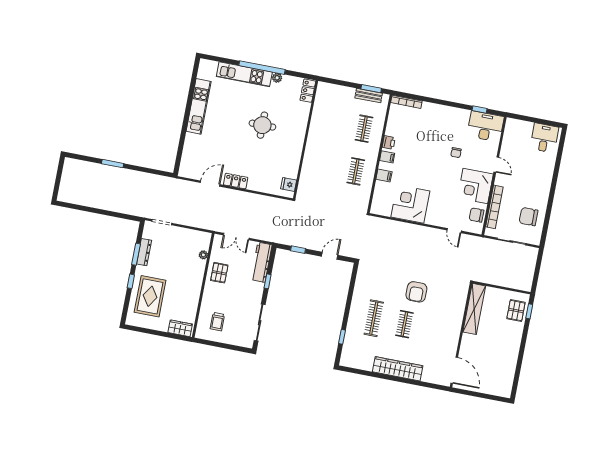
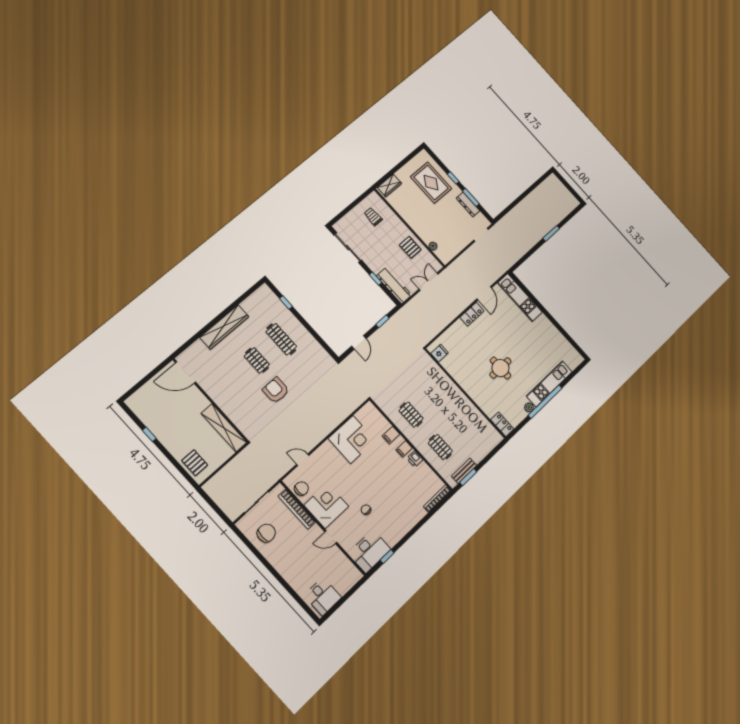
kitchen unit: (199, 106) -> (520, 297), moved
window: (529, 311) -> (149, 434), moved

